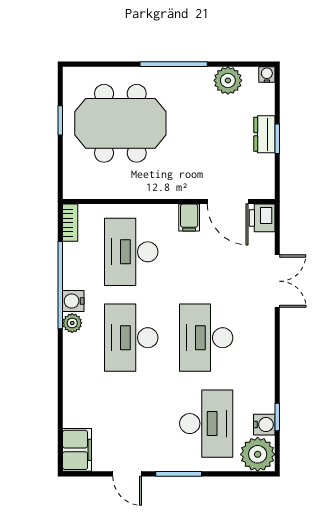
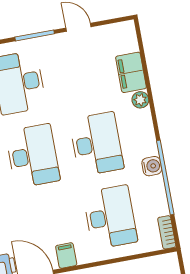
plant: (72, 323) -> (140, 100), moved
filing cabinet: (77, 450) -> (131, 72), moved

